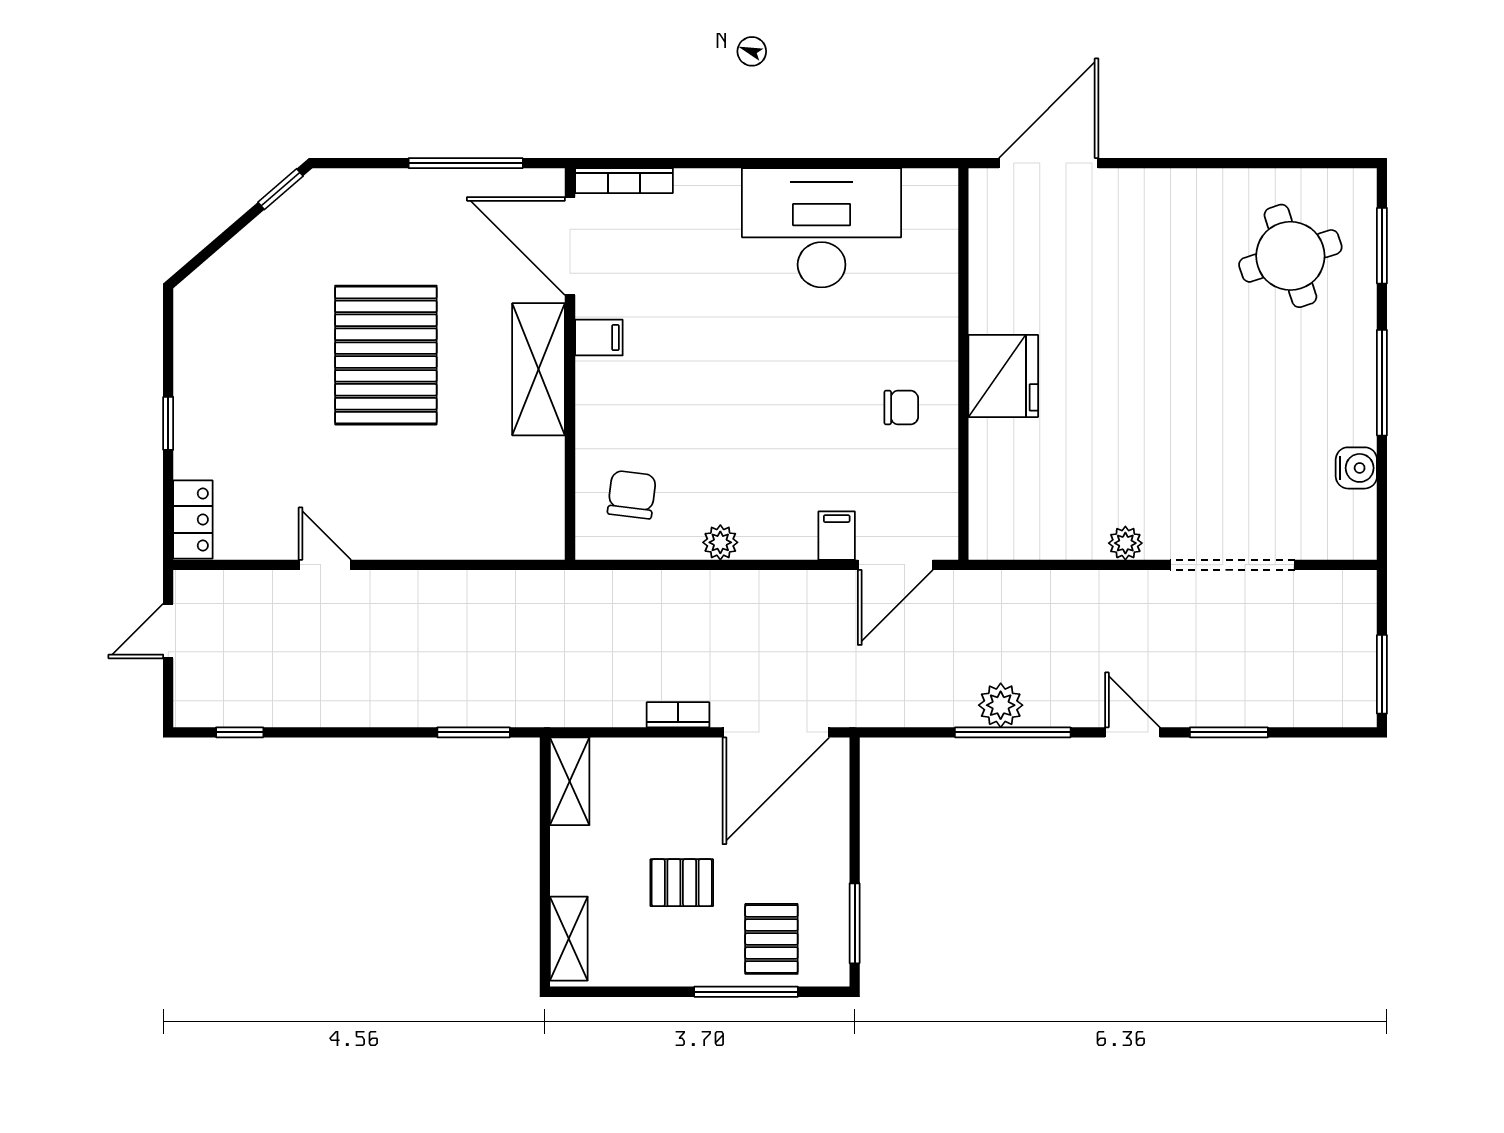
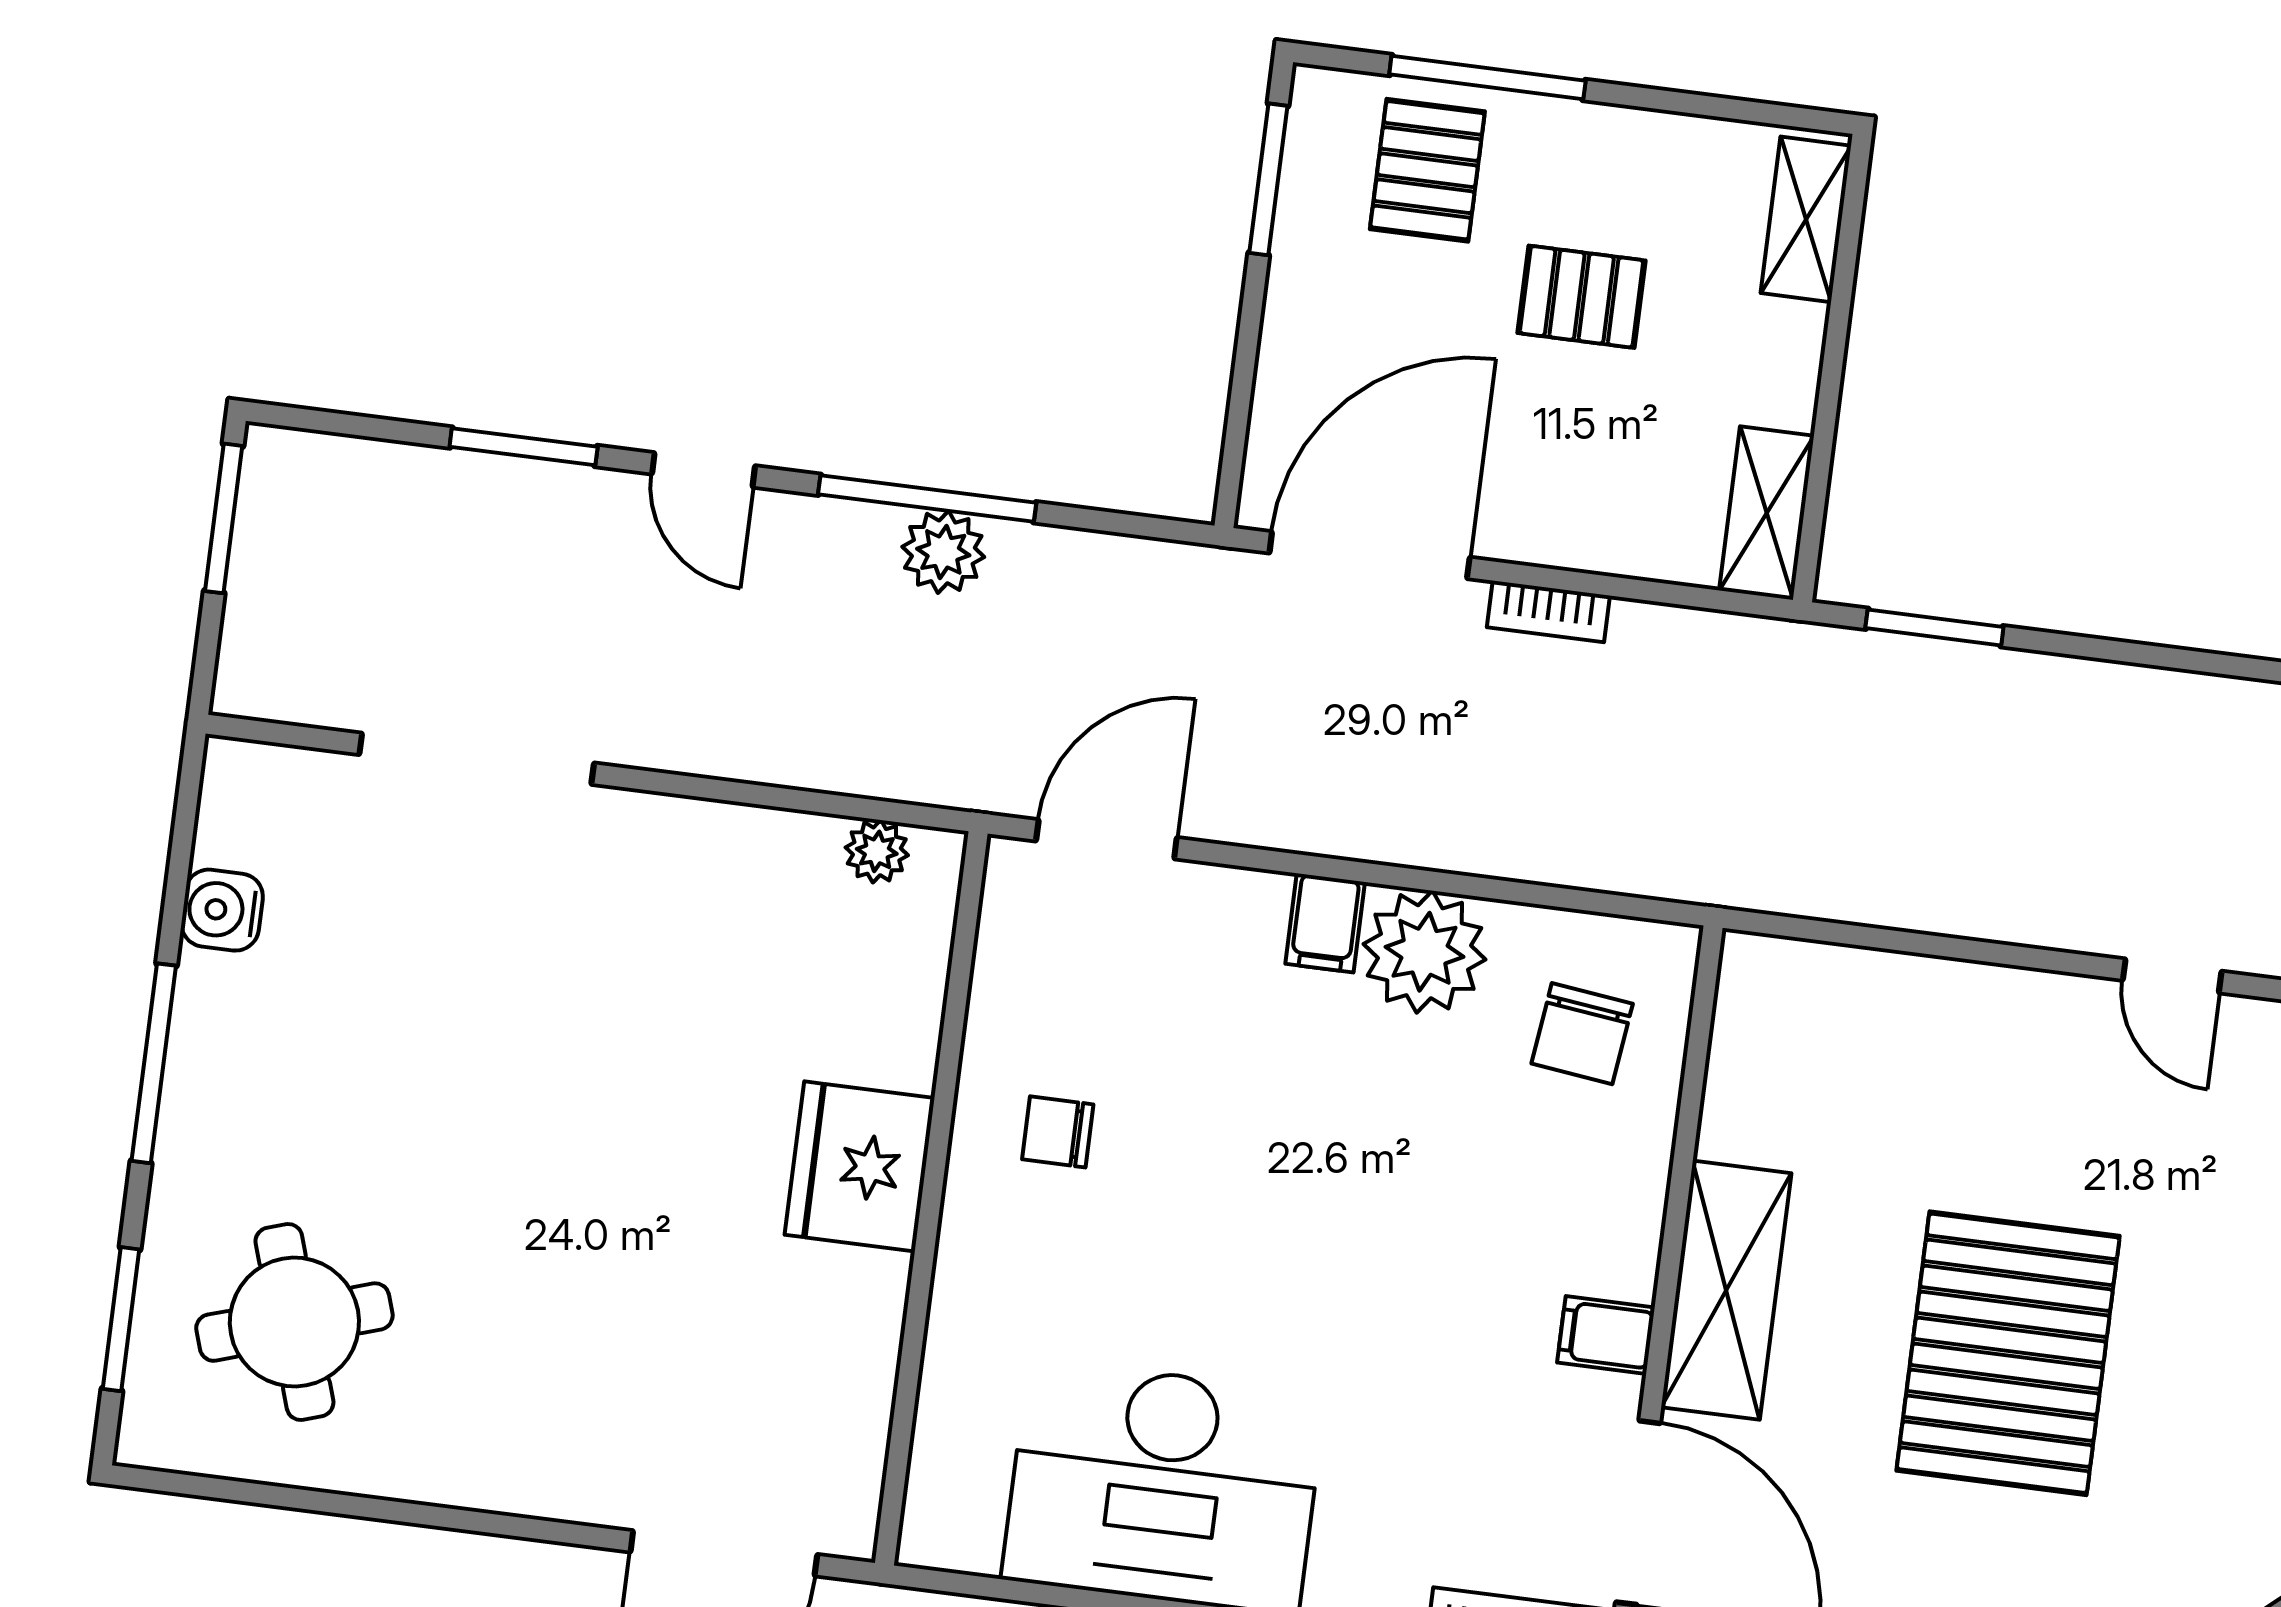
filing cabinet: (837, 536) -> (1325, 923), moved
plant: (720, 542) -> (1424, 952), width x1.88, depth x1.88
plant: (1125, 543) -> (877, 851), moved

